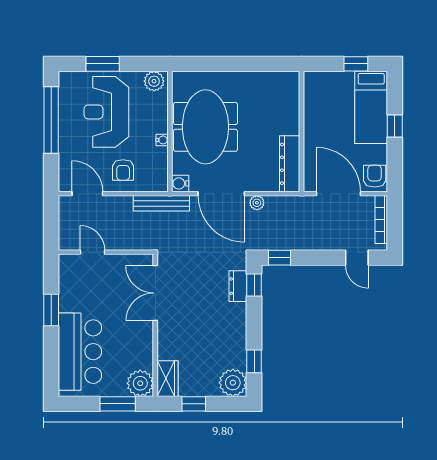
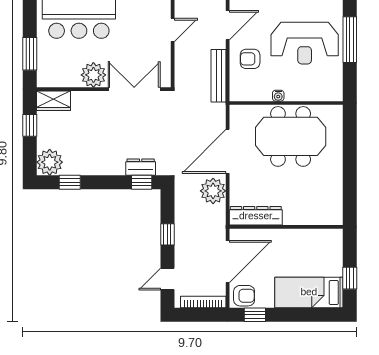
window: (103, 64) -> (350, 40), width x1.44
plant: (154, 81) -> (334, 88), removed
reception desk: (106, 112) -> (305, 43), turned 180
window: (395, 126) -> (255, 315), moved
water cooler: (180, 183) -> (237, 113), removed
bench: (161, 203) -> (219, 76), moved
plant: (257, 203) -> (213, 191), width x1.87, depth x1.87
window: (279, 258) -> (167, 234), moved
plant: (140, 383) -> (93, 75), moved

